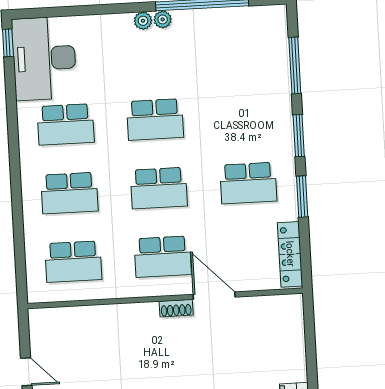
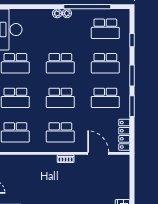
school desk: (241, 46) -> (105, 29), added
window: (295, 66) -> (132, 40), width x0.46
school desk: (244, 114) -> (105, 63), added
door: (214, 296) -> (98, 153), moved

